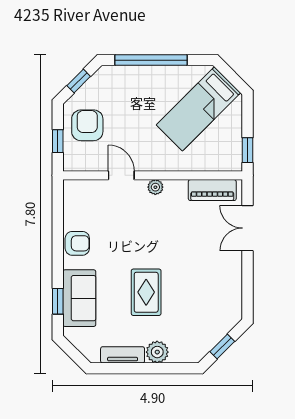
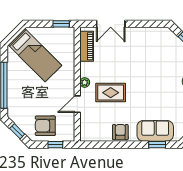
rug: (146, 292) -> (111, 93), moved

